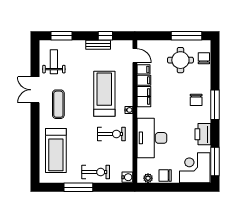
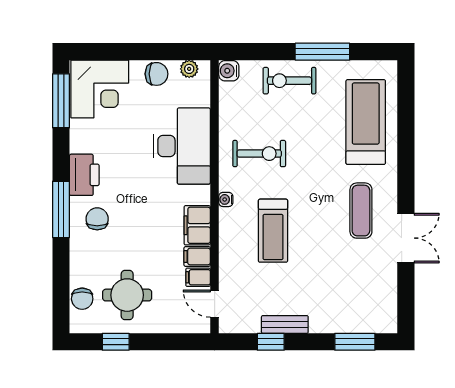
window: (186, 36) -> (116, 342), width x0.46
weight bench: (54, 62) -> (369, 292), removed
treadmill: (104, 94) -> (273, 231), width x0.73, depth x0.73
exercise bike: (111, 134) -> (259, 154), turned 180
printer: (203, 134) -> (84, 175), moved

